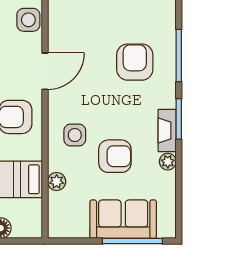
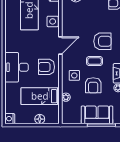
armchair: (135, 62) -> (102, 41), turned 90
coffee table: (118, 104) -> (95, 61), added
armchair: (115, 156) -> (93, 85), turned 90

